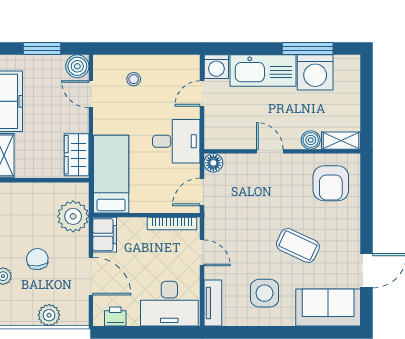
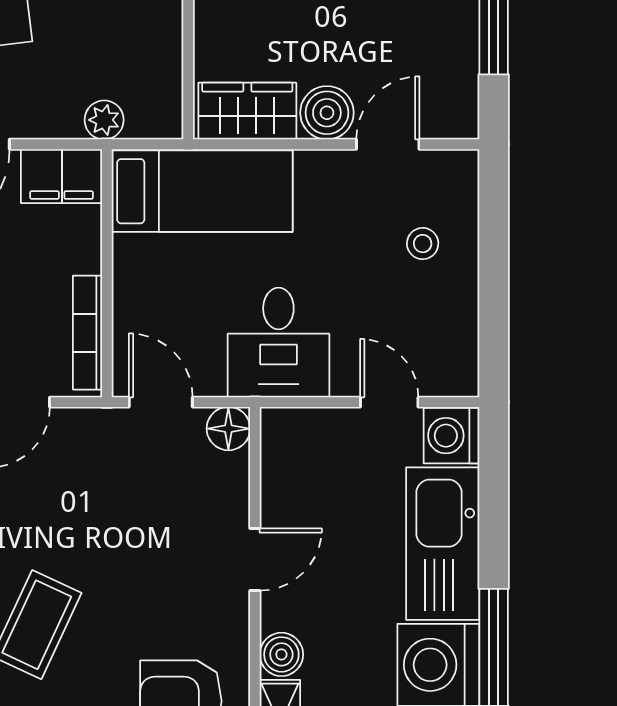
boiler: (77, 66) -> (327, 113), moved
plant: (73, 216) -> (104, 120), width x0.53, depth x0.53

